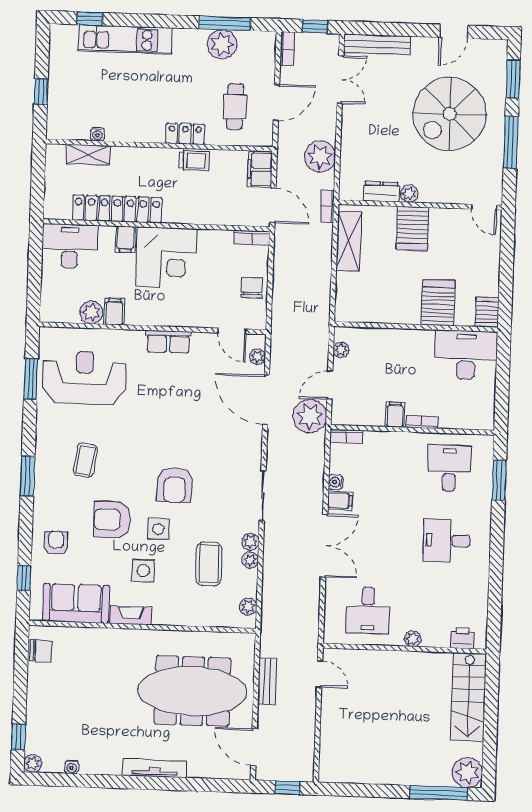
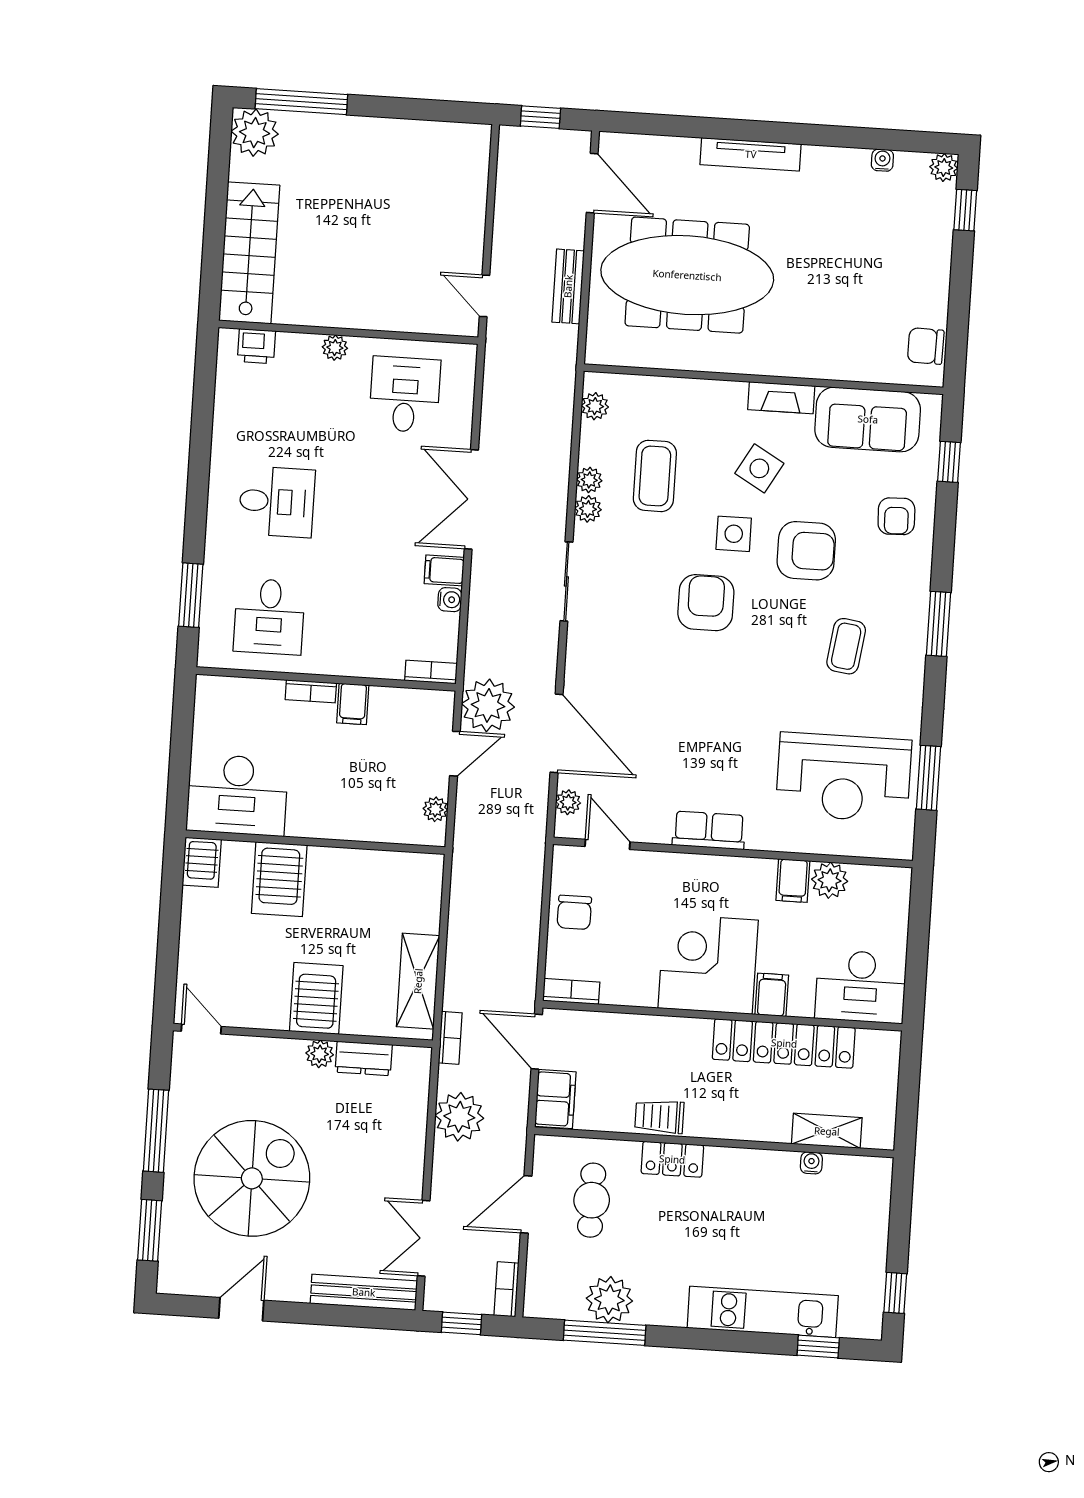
window: (41, 91) -> (895, 1293), moved
side table: (143, 571) -> (759, 468), turned 30

